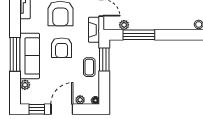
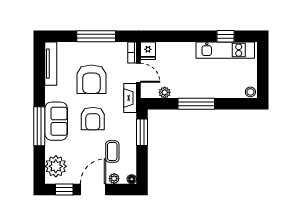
window: (139, 35) -> (196, 104), moved
sofa: (30, 56) -> (56, 121), width x0.73
coffee table: (89, 67) -> (112, 152), moved
plant: (25, 85) -> (56, 166), width x1.88, depth x1.88

